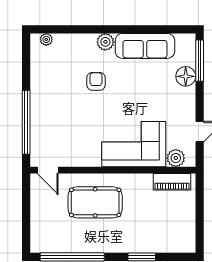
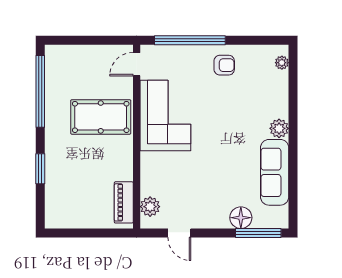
armchair: (96, 81) -> (224, 65), moved
corner sofa: (134, 144) -> (165, 116), moved
pool table: (95, 202) -> (101, 117), turned 90

